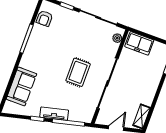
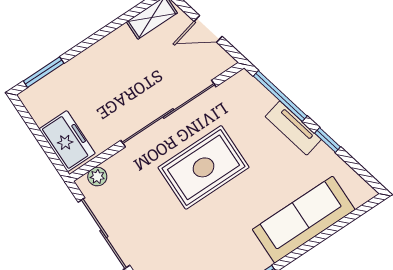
rug: (78, 72) -> (204, 167), width x1.36, depth x1.43
sofa: (21, 86) -> (304, 220), width x1.36

